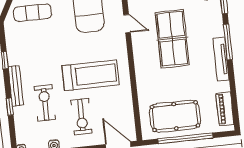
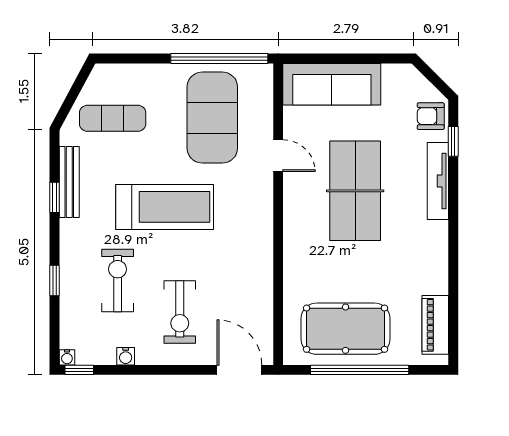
window: (228, 42) -> (453, 207), removed
tv unit: (221, 59) -> (438, 181), moved
treadmill: (90, 75) -> (165, 207), moved
bench: (16, 86) -> (69, 182), moved

